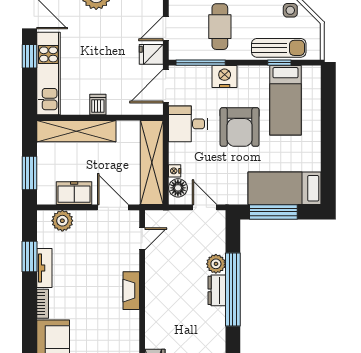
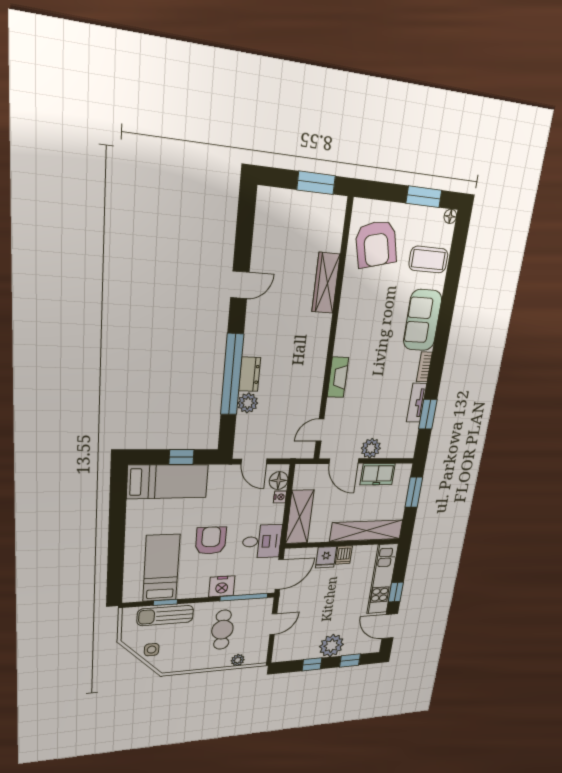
fridge: (151, 54) -> (326, 557), moved, turned 90
armchair: (240, 127) -> (211, 541), width x0.73, depth x0.73
shelving: (152, 162) -> (300, 517), width x0.68
window: (273, 212) -> (181, 457), width x0.46
plant: (62, 221) -> (371, 448), moved

